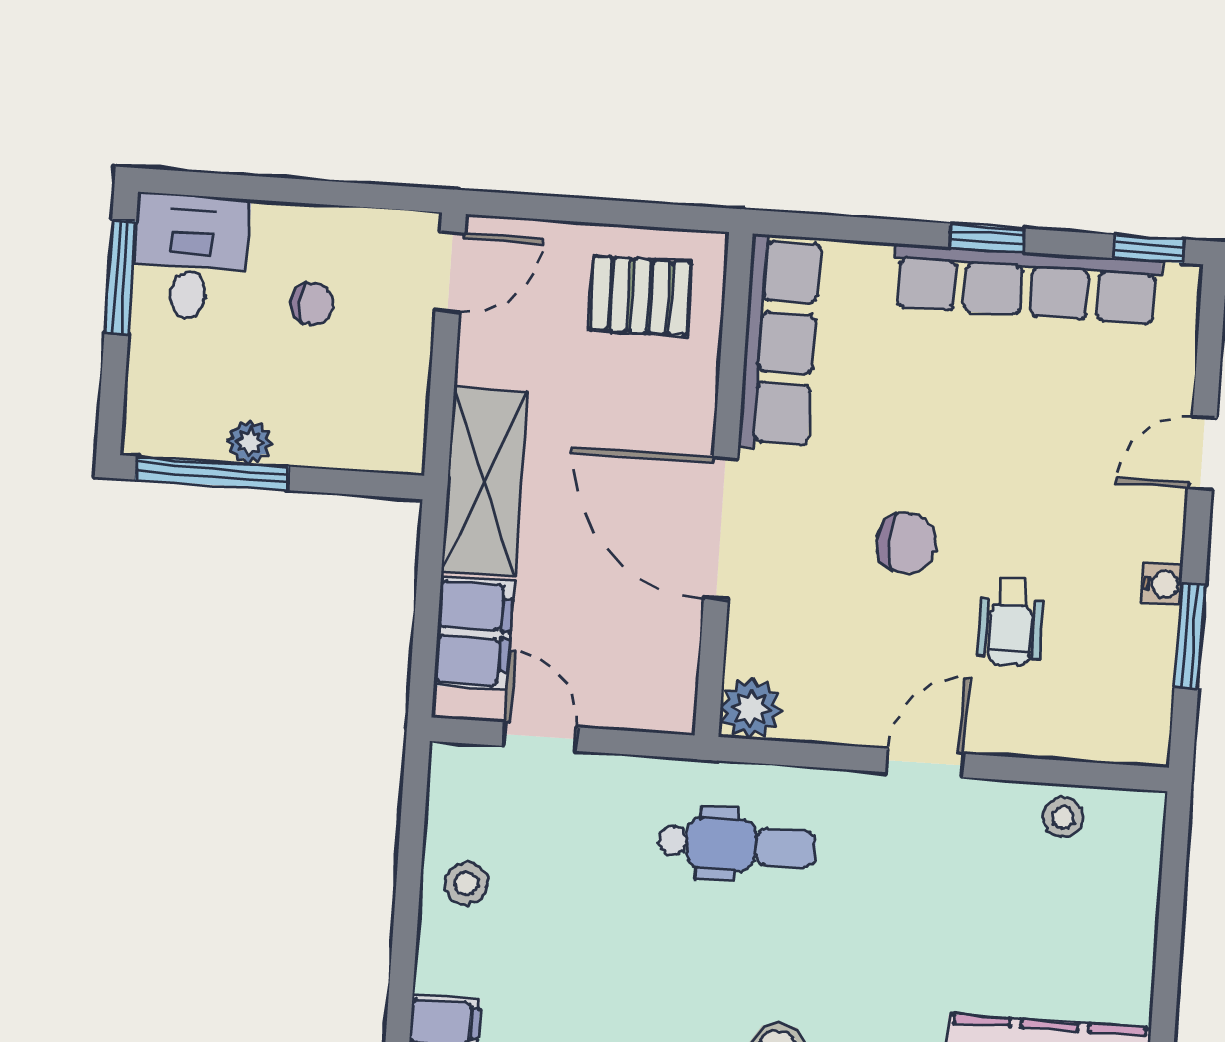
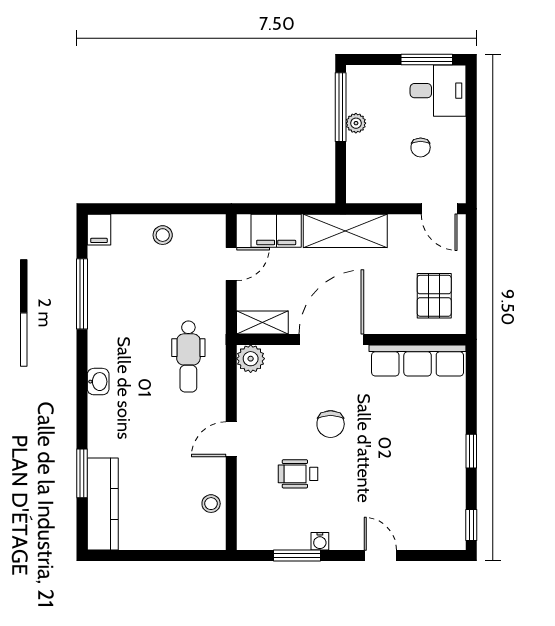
row of seats: (1027, 284) -> (452, 471), removed
shelving: (673, 677) -> (262, 323), added
door: (925, 763) -> (231, 439), swing flipped

